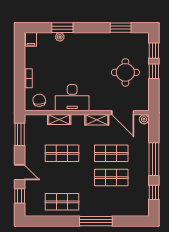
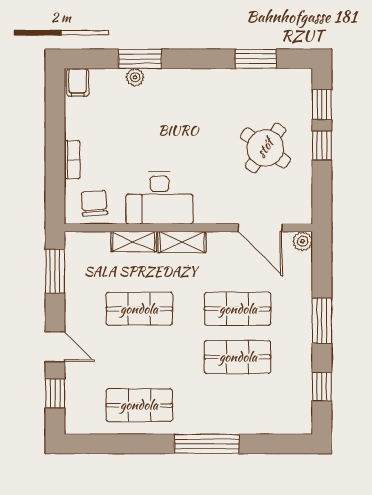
round table: (125, 72) -> (265, 148), turned 36
shelving: (97, 120) -> (182, 242), moved
window: (154, 159) -> (322, 321), width x0.69

